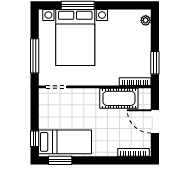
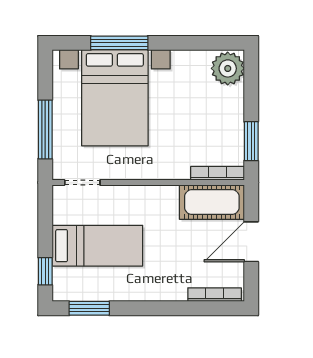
plant: (146, 20) -> (228, 68), width x1.88, depth x1.88
cot: (119, 98) -> (212, 202), moved
door: (155, 121) -> (251, 242), hinge flipped
bed: (65, 142) -> (97, 246), moved

